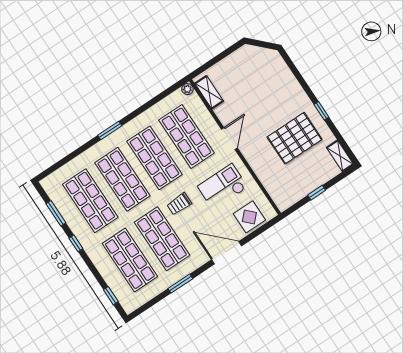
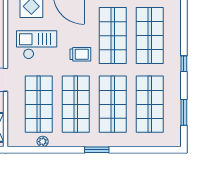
plant: (187, 89) -> (43, 142), moved
checkout: (223, 187) -> (37, 45), turned 180
window: (76, 243) -> (184, 64), moved
window: (111, 296) -> (184, 17), removed

